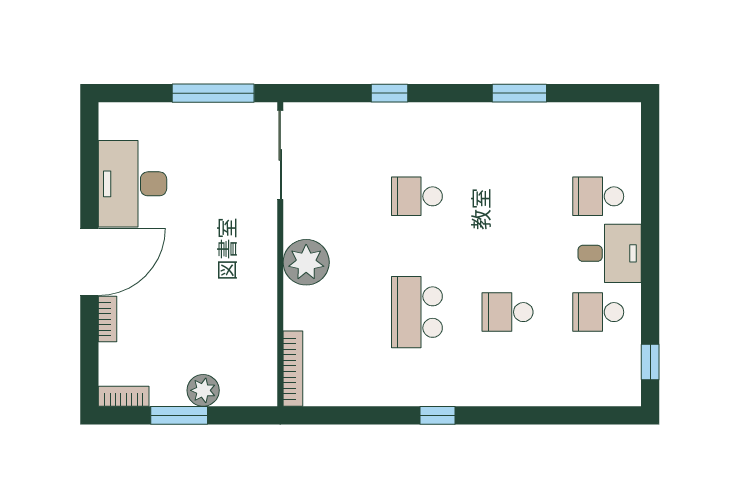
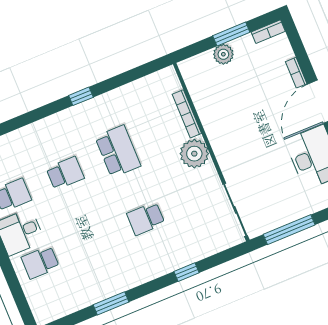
school desk: (417, 196) -> (146, 219), turned 180
school desk: (598, 196) -> (40, 262), turned 180
bookcase: (293, 369) -> (187, 114), moved

